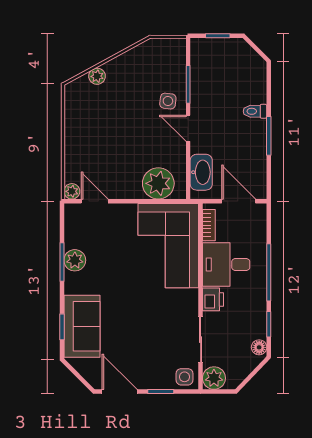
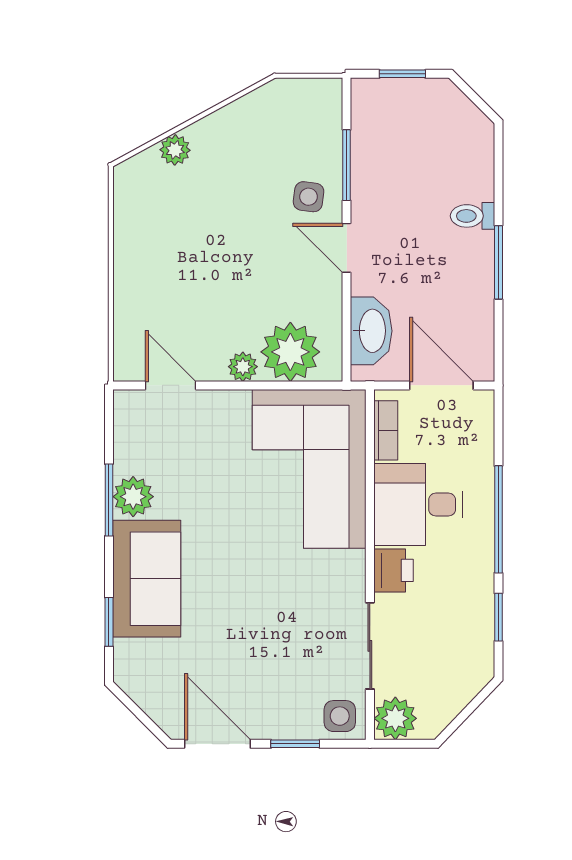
plant: (72, 191) -> (243, 367), moved
sofa: (82, 326) -> (147, 579), moved
floor lamp: (259, 347) -> (480, 661), removed

